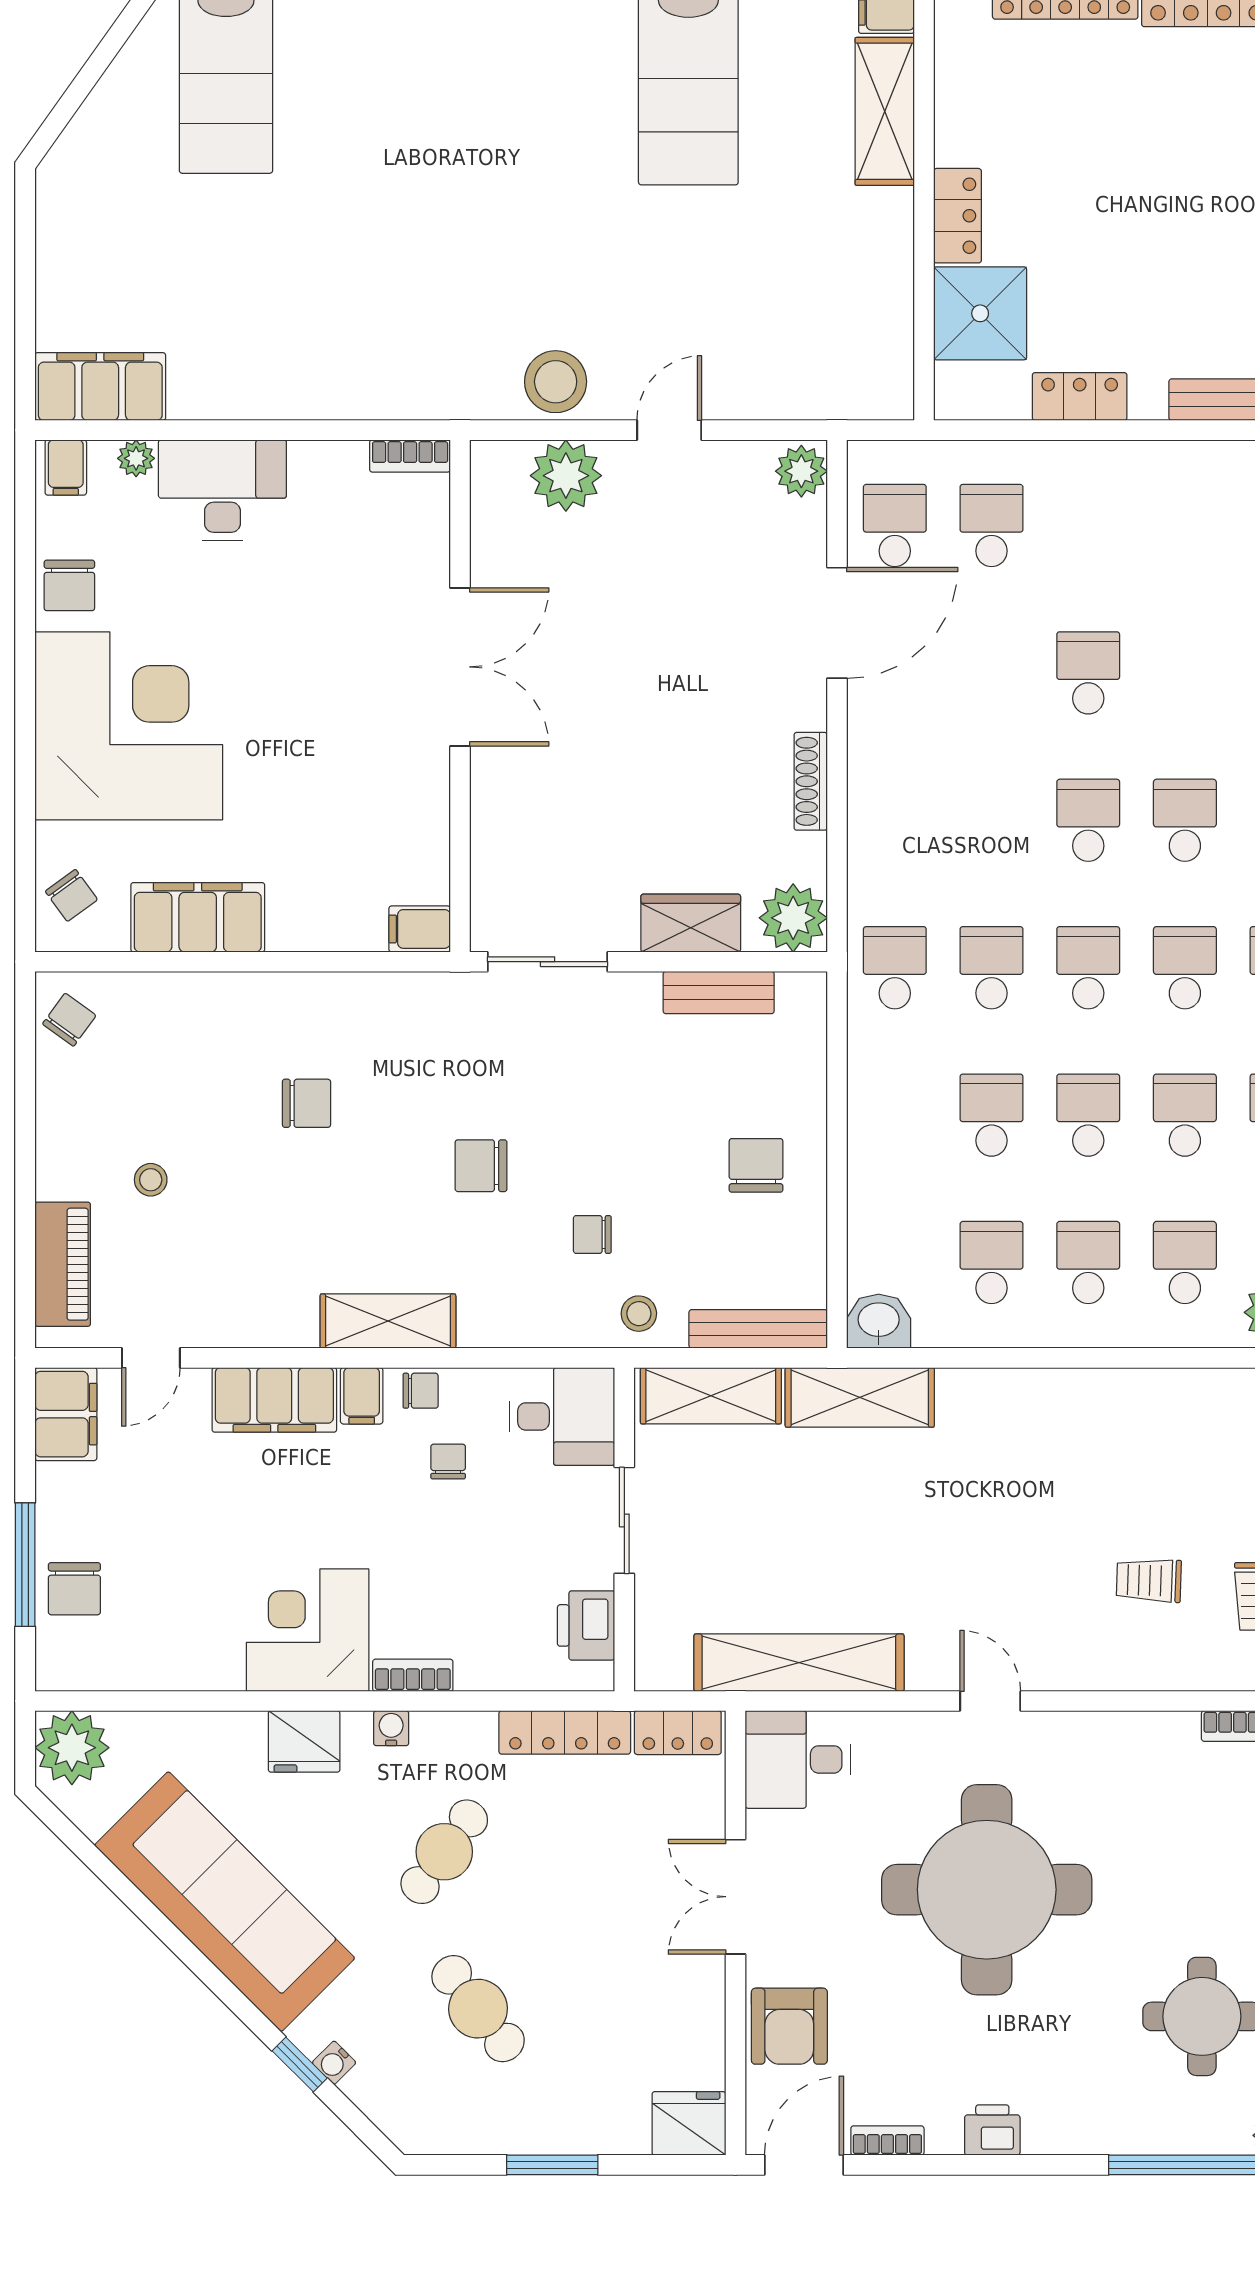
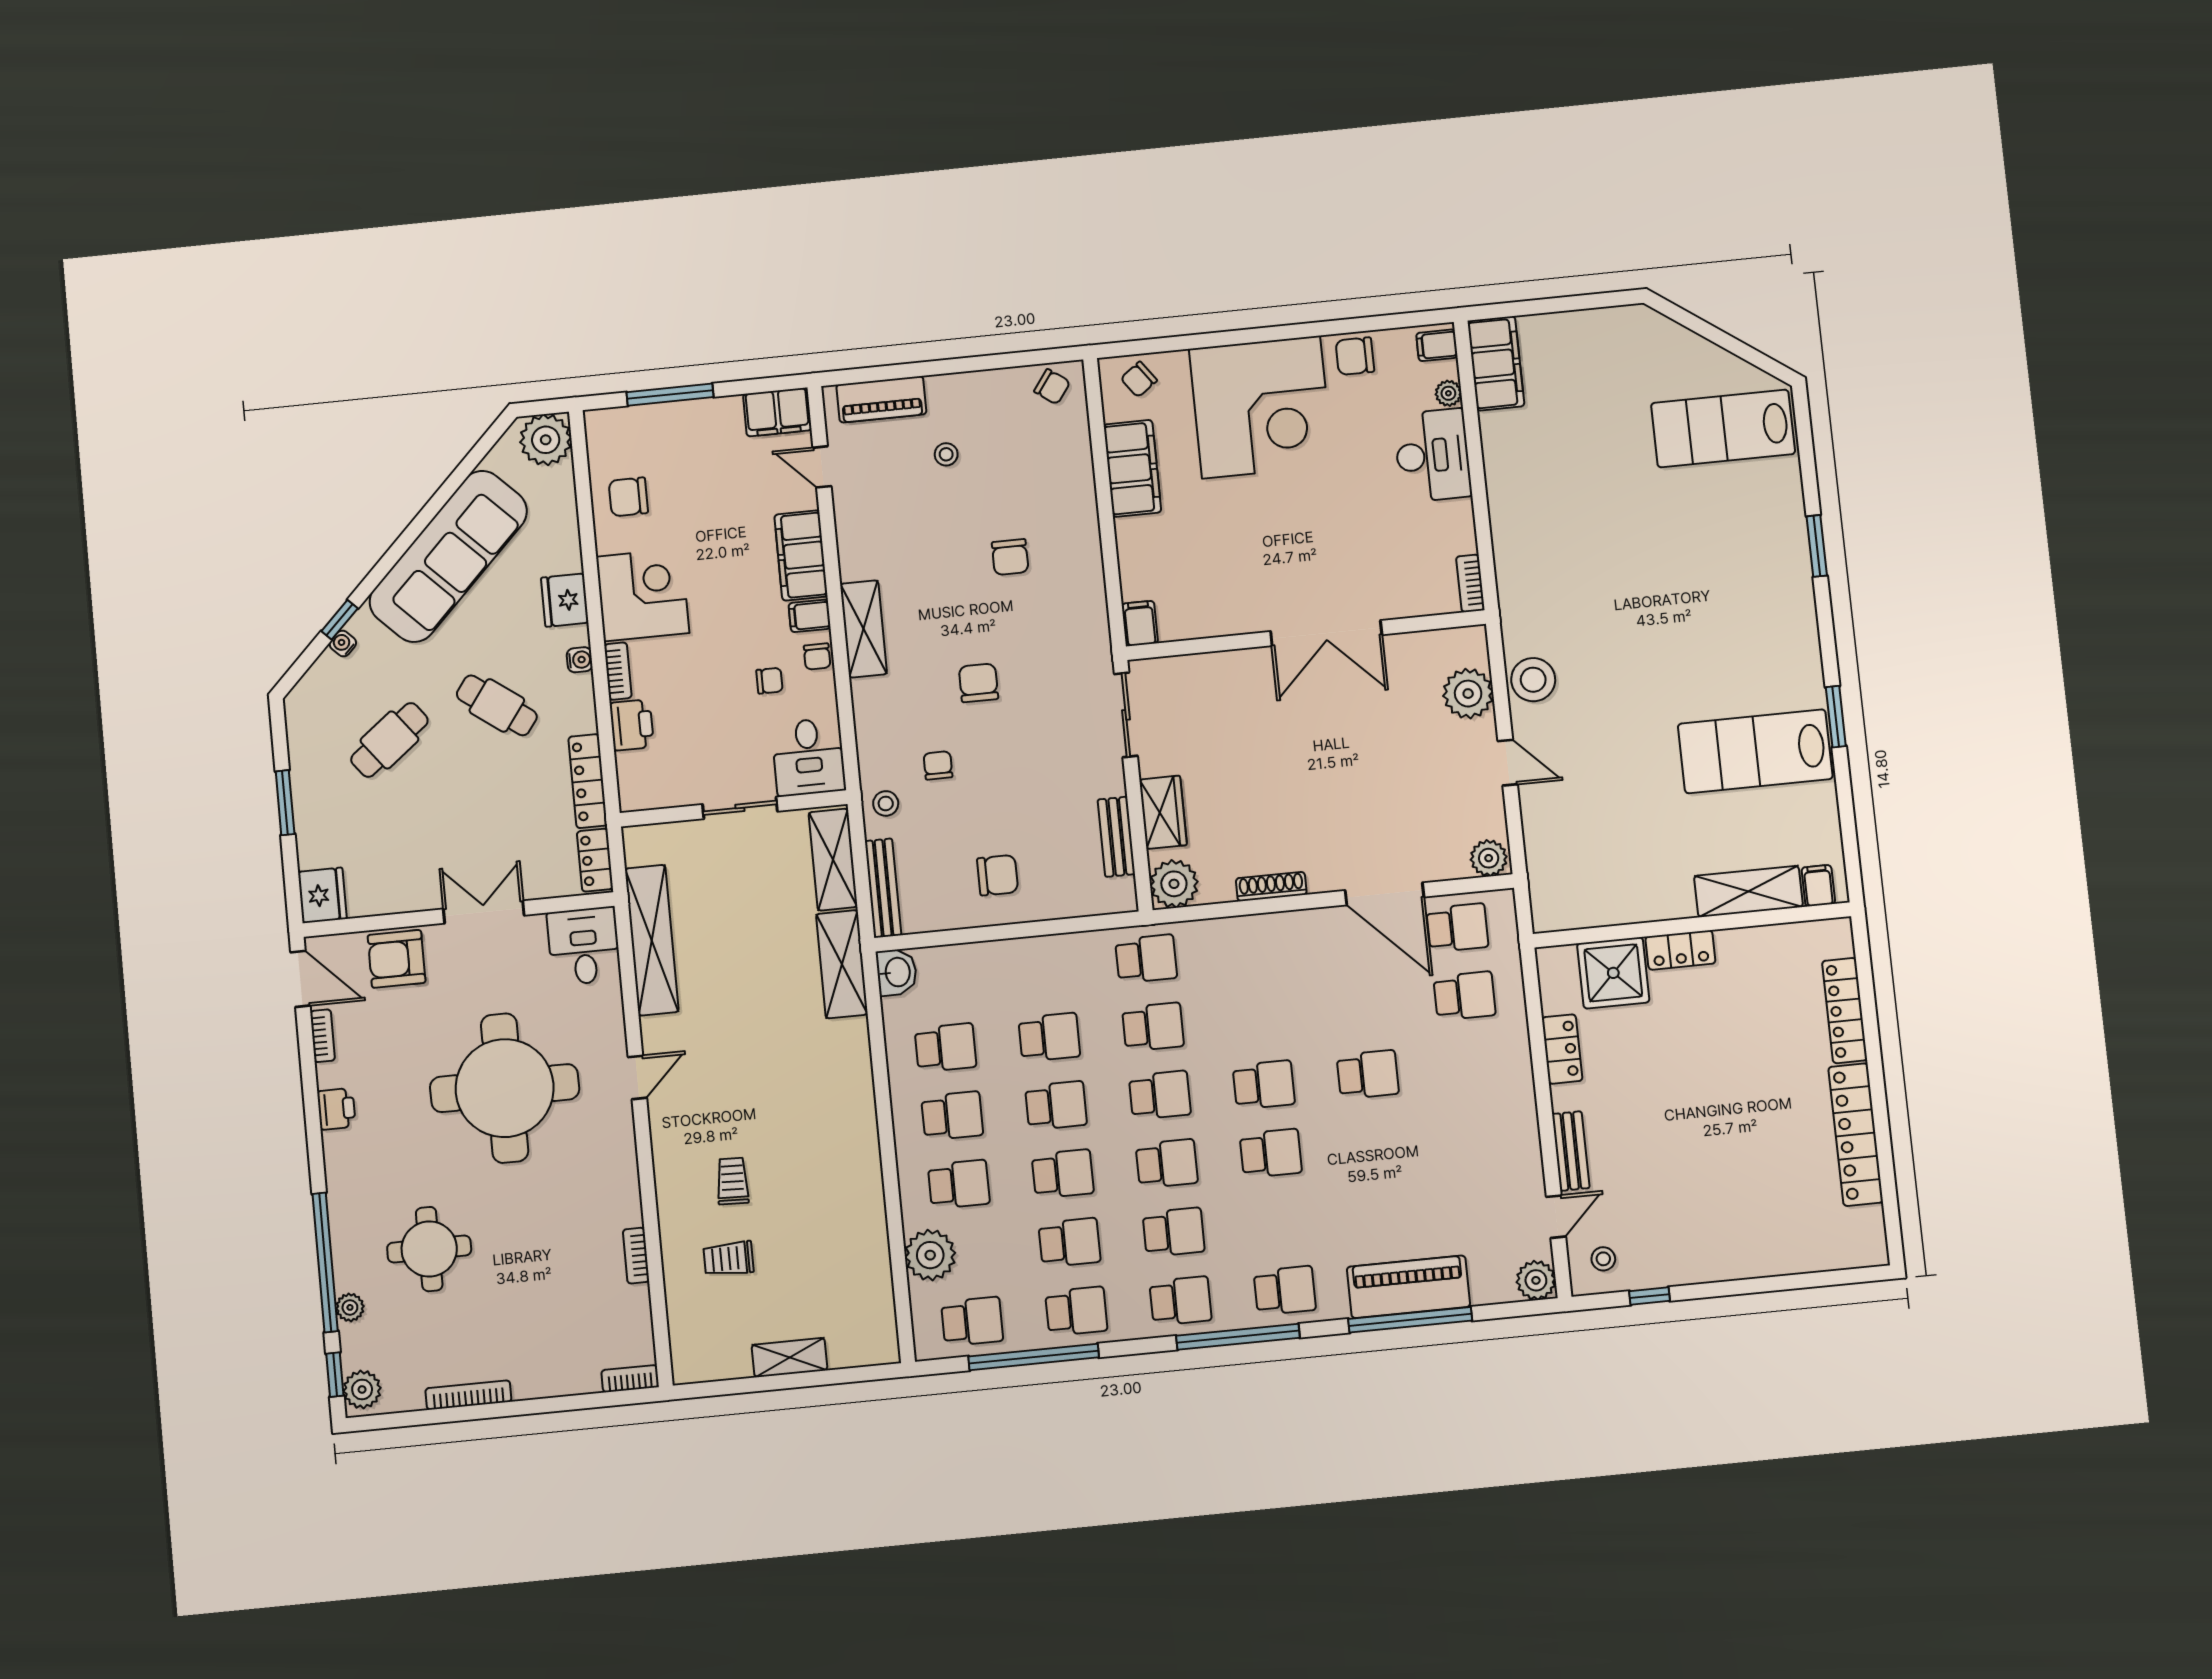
chair: (74, 1589) -> (628, 497), moved
printer: (586, 1625) -> (632, 725), moved, turned 90

